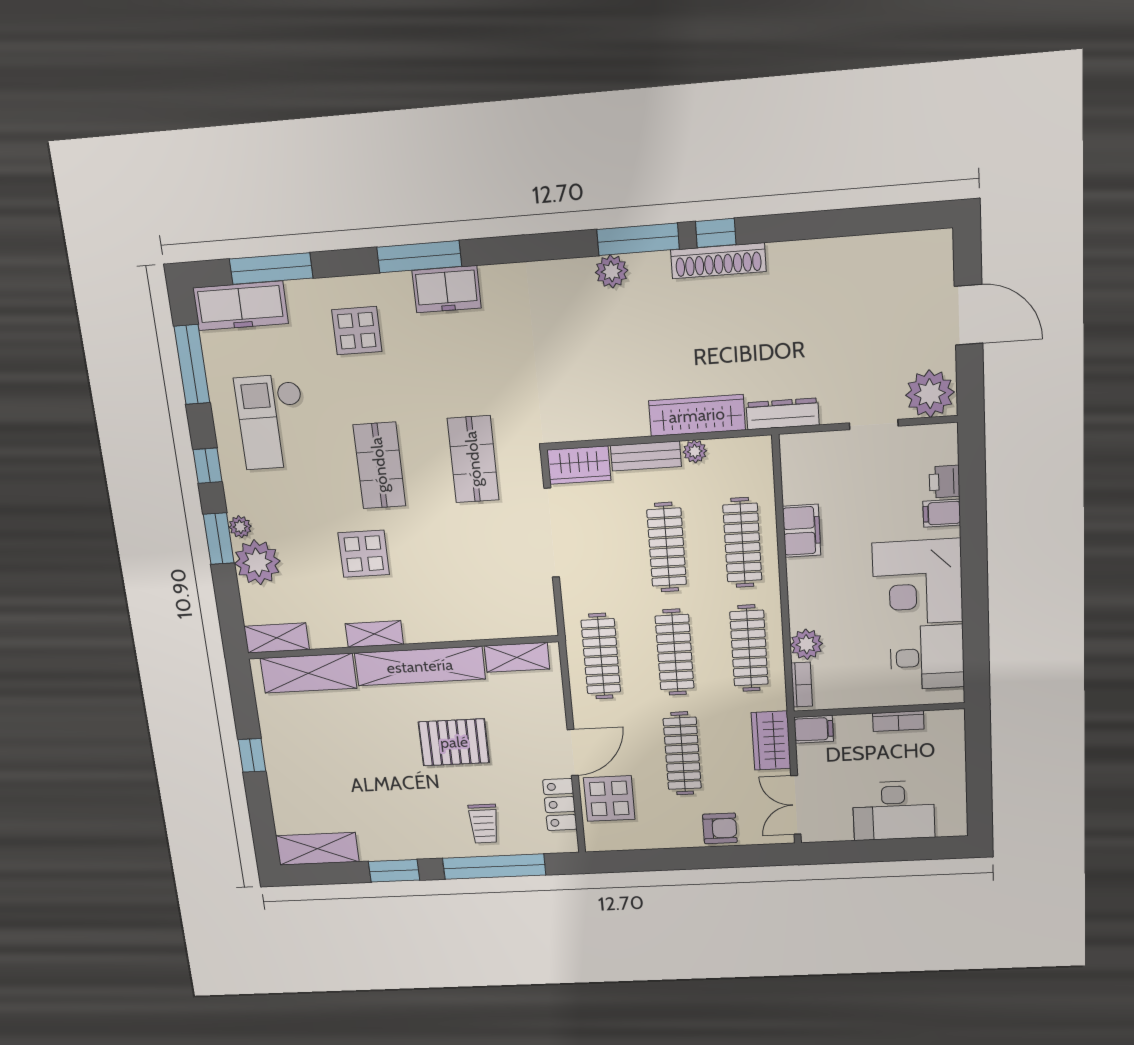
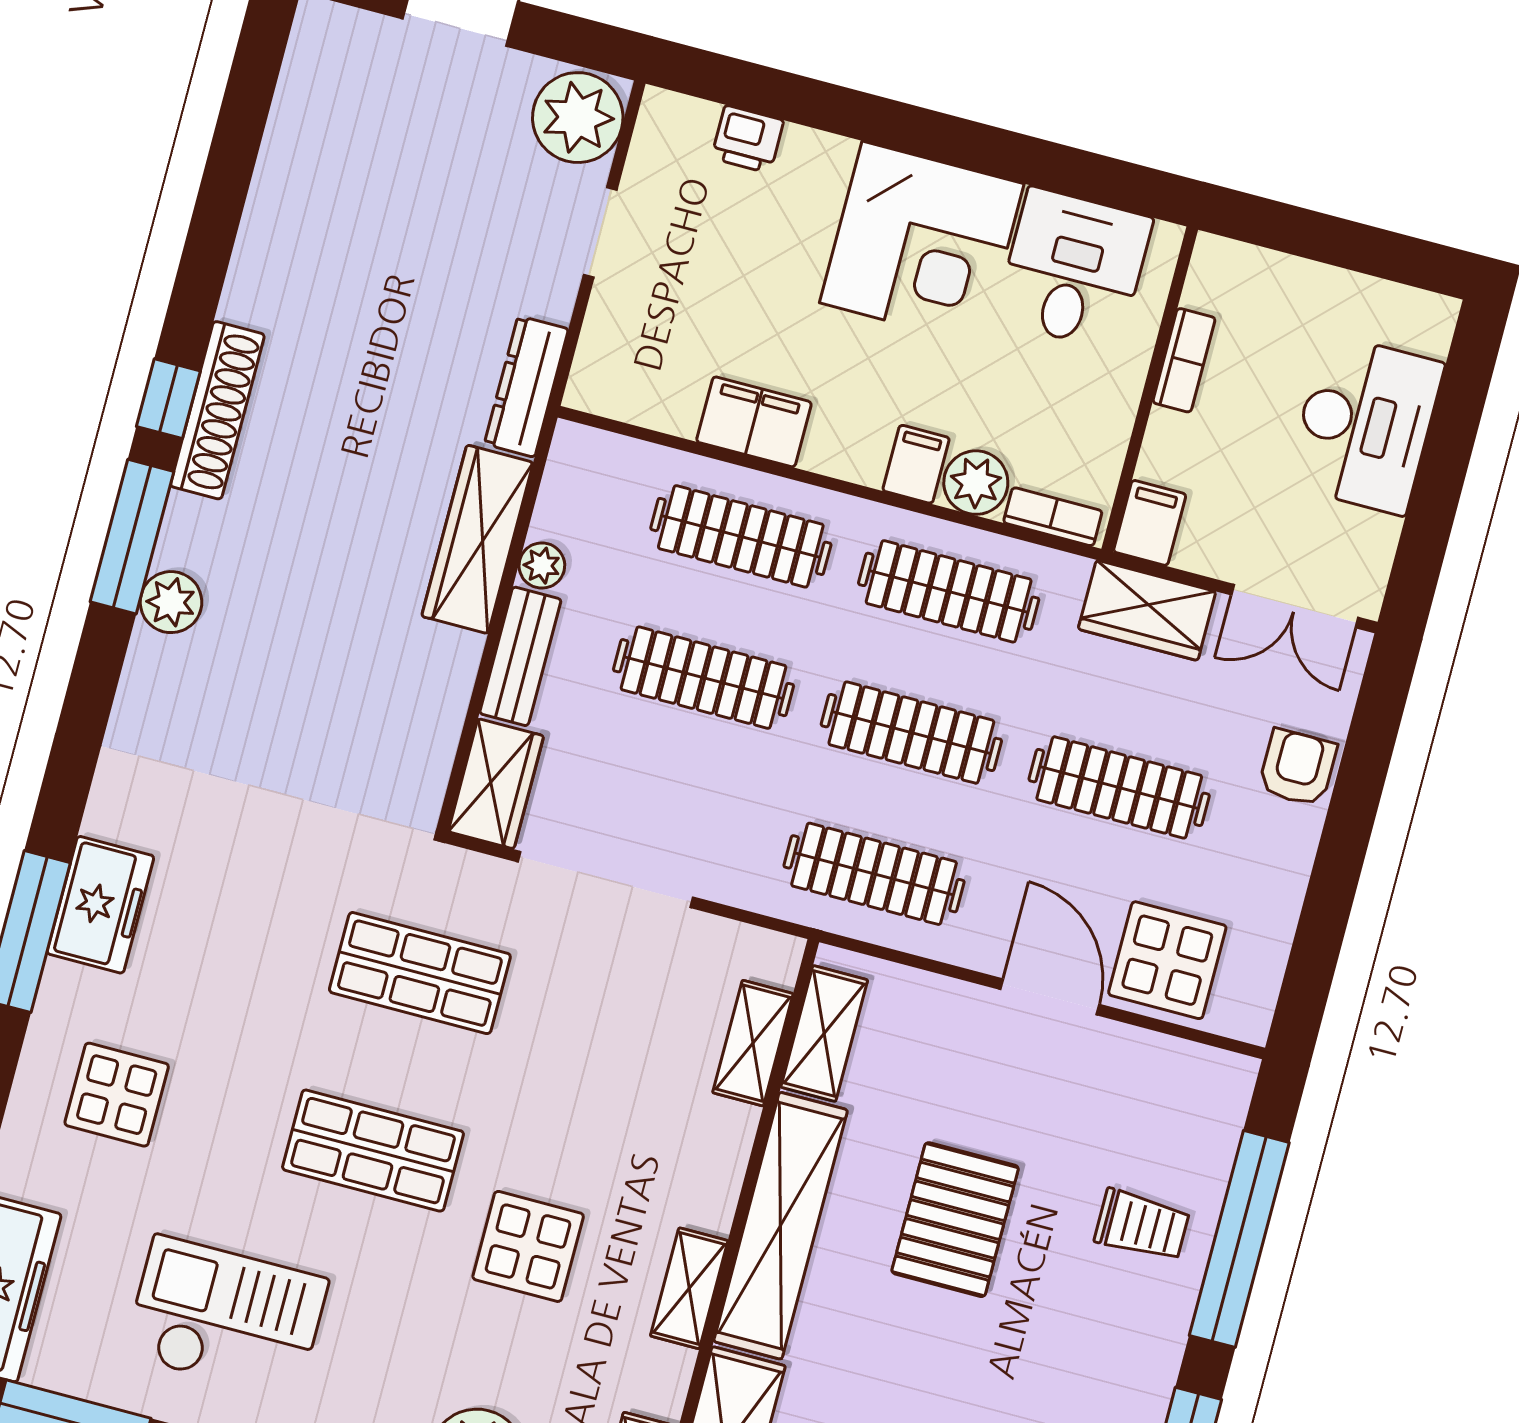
checkout: (272, 422) -> (226, 1317), turned 180
filing cabinet: (942, 513) -> (916, 464), moved, turned 180
shelving: (500, 626) -> (753, 1043), added
locker: (560, 805) -> (1149, 1061), removed

